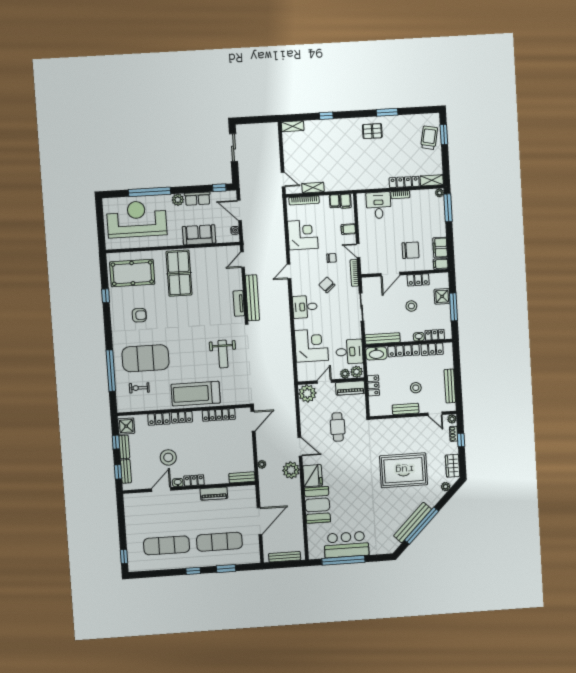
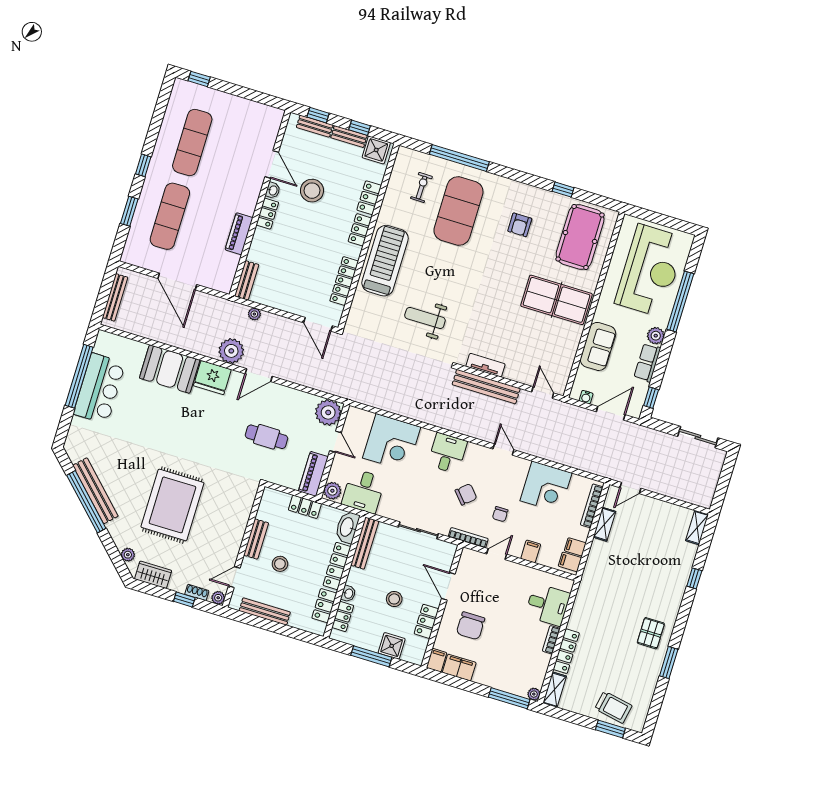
plant: (345, 374) -> (336, 474), removed

